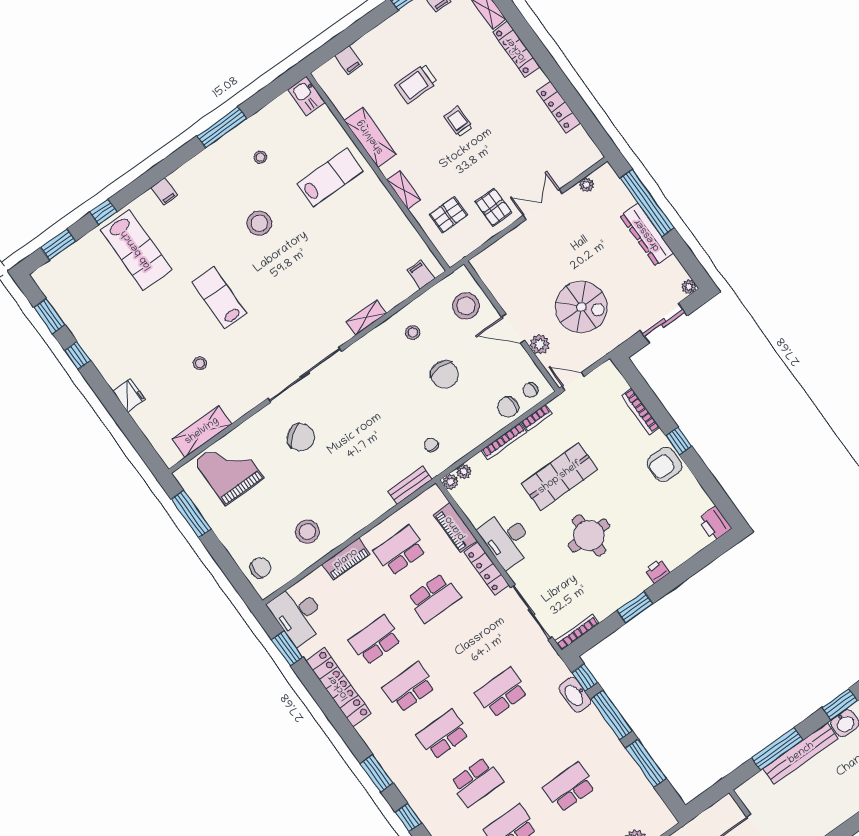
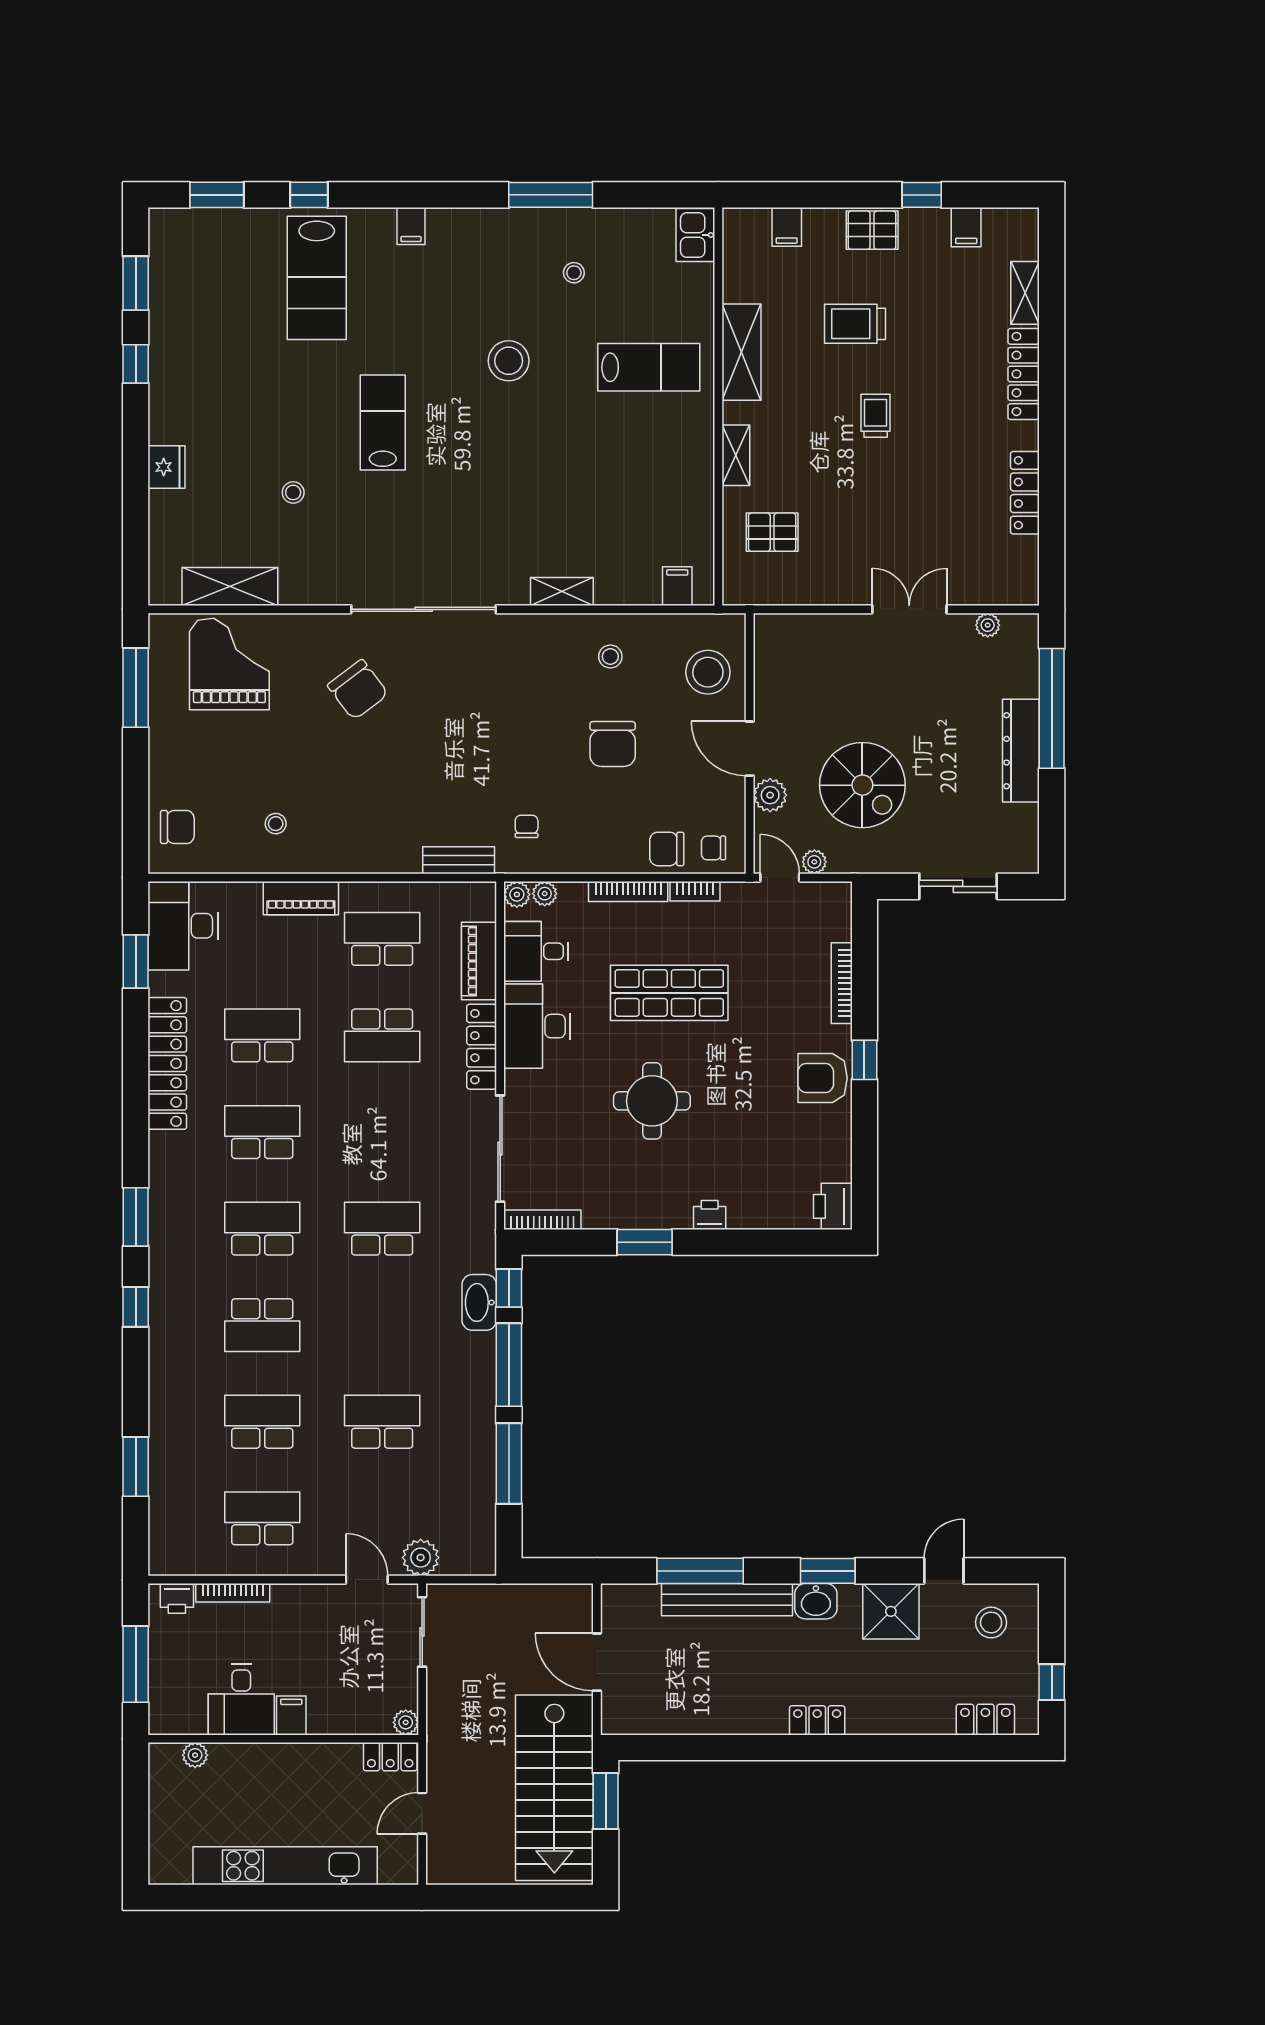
pallet: (494, 207) -> (872, 230), moved, turned 90
plant: (689, 287) -> (814, 862), moved
desk: (480, 503) -> (536, 951), added
stool: (307, 532) -> (276, 824), width x0.53, depth x0.53

